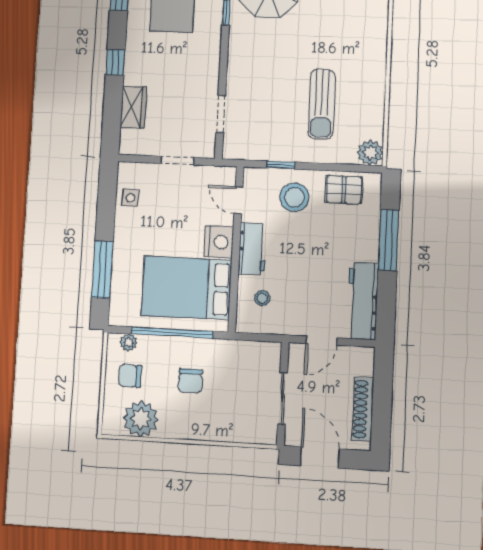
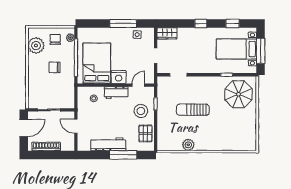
sun lounger: (322, 104) -> (193, 110), moved
wardrobe: (133, 107) -> (167, 33), moved
plant: (370, 153) -> (188, 145), moved
window: (102, 270) -> (123, 23), moved
workbench: (363, 301) -> (108, 144), moved

